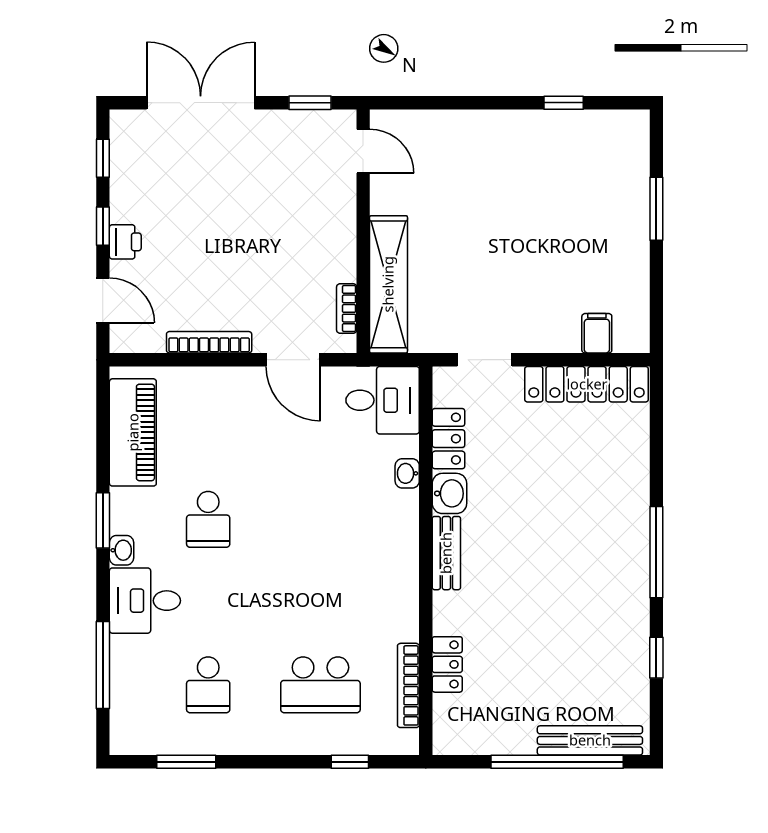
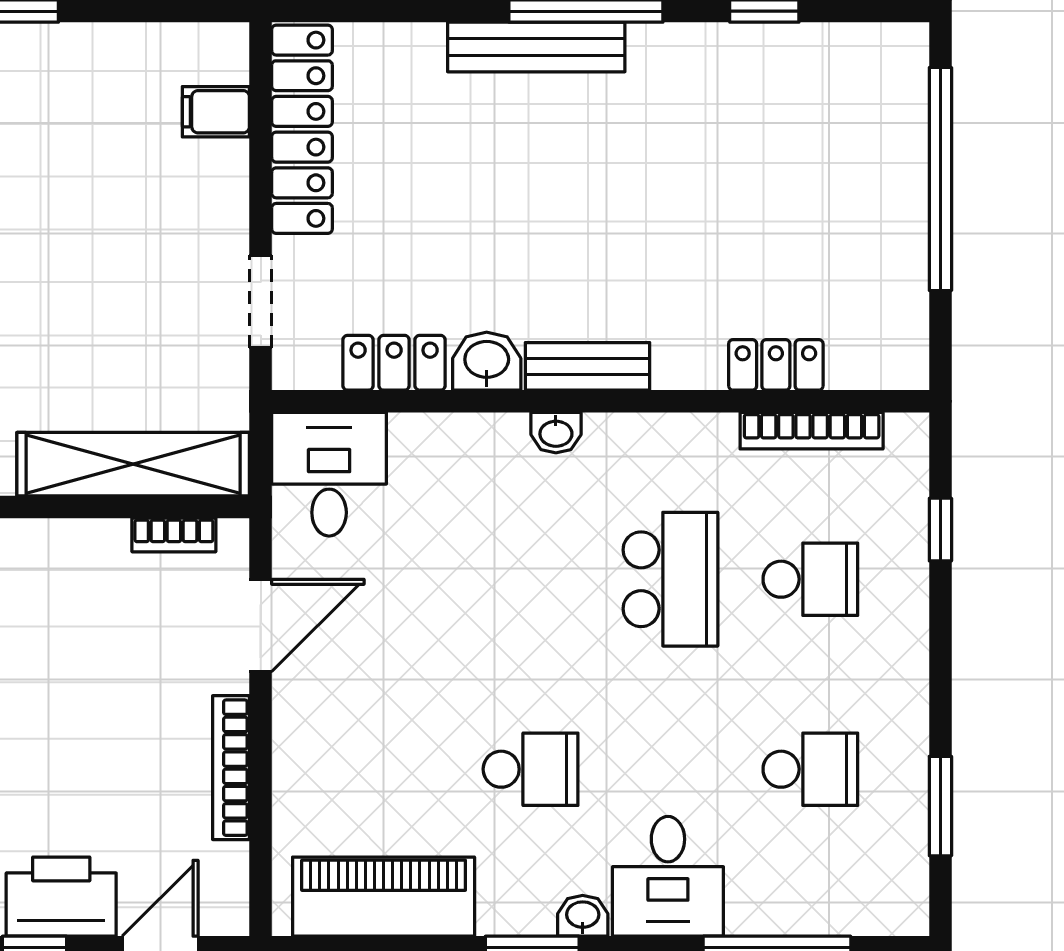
printer: (125, 242) -> (61, 897), width x1.87, depth x1.48
washbasin: (407, 473) -> (556, 433), moved
school desk: (320, 602) -> (670, 579), added
school desk: (320, 685) -> (810, 579), width x0.54
bench: (590, 740) -> (536, 47), moved, turned 90

